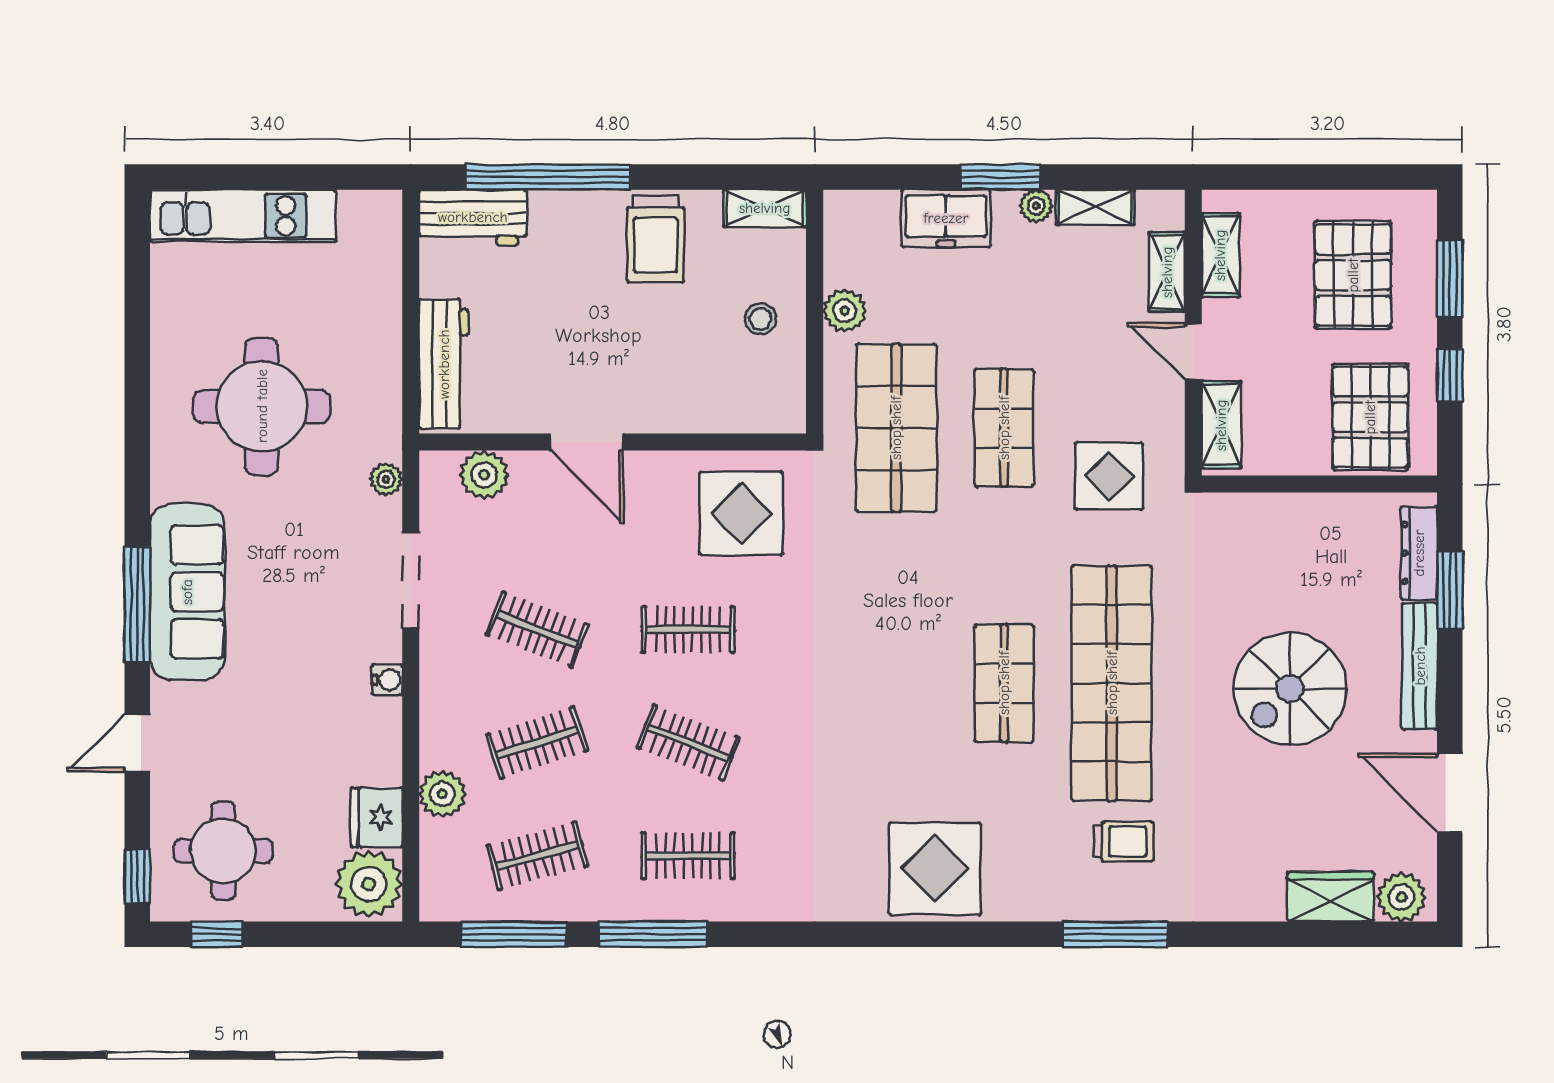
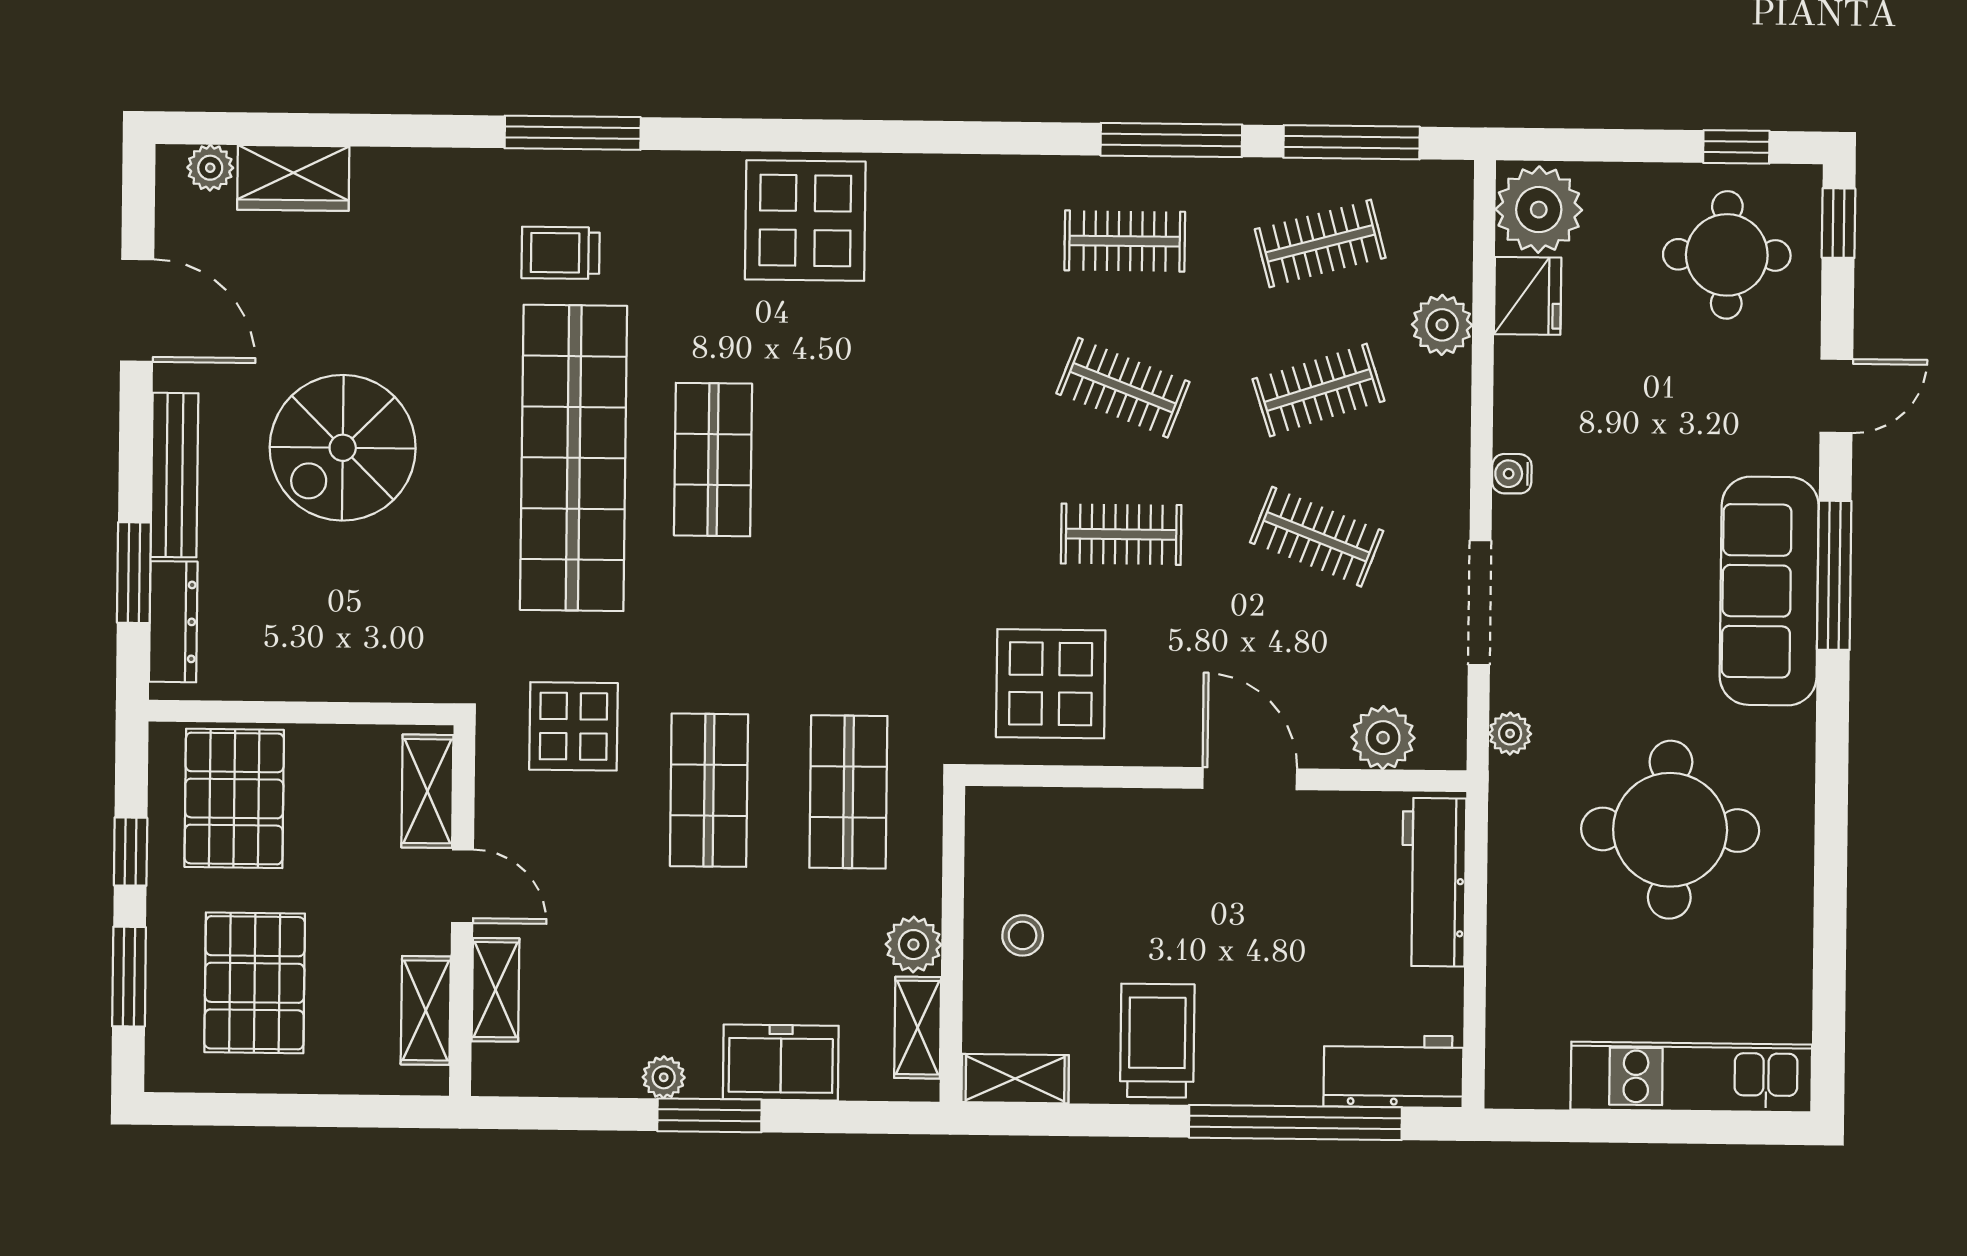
shelving: (1095, 207) -> (918, 1028), moved, turned 90
shop shelf: (896, 428) -> (848, 792), width x0.70, depth x0.74
spiral stairs: (1290, 689) -> (343, 448), turned 180
plant: (1402, 897) -> (210, 168), width x0.73, depth x0.73

